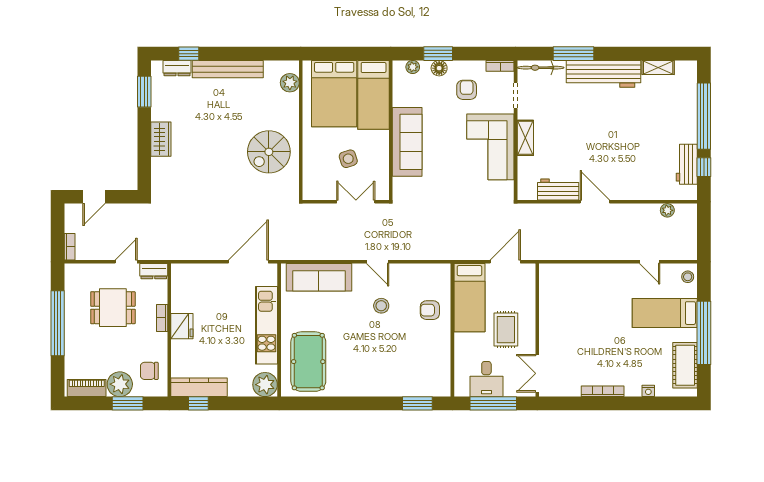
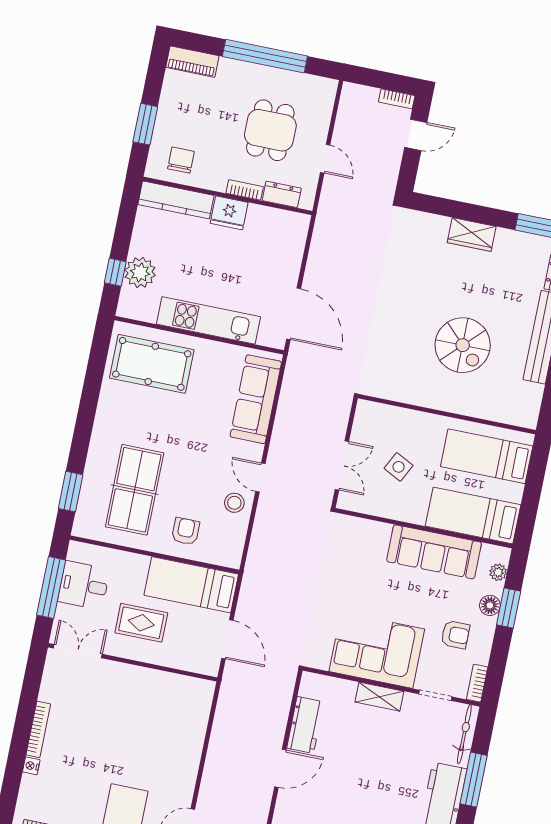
plant: (290, 83) -> (510, 412), removed
bed: (334, 94) -> (487, 456), width x0.67
sofa: (407, 142) -> (434, 552), moved
spiral stairs: (269, 152) -> (463, 345), moved, turned 180
side table: (348, 159) -> (399, 467), turned 45
door: (94, 197) -> (416, 135), swing flipped
bookcase: (70, 247) -> (397, 99), moved
door: (378, 262) -> (260, 478), hinge flipped
dresser: (154, 271) -> (282, 194), moved, turned 90
stool: (381, 306) -> (234, 503), moved
table tennis table: (406, 355) -> (135, 490), added
plant: (120, 384) -> (172, 119), removed
plant: (265, 385) -> (140, 272), moved
kitchen counter: (199, 387) -> (176, 200), moved, turned 90
piano: (87, 388) -> (192, 62), moved, turned 90
nightstand: (648, 391) -> (31, 766), moved
window: (198, 403) -> (115, 272), moved

